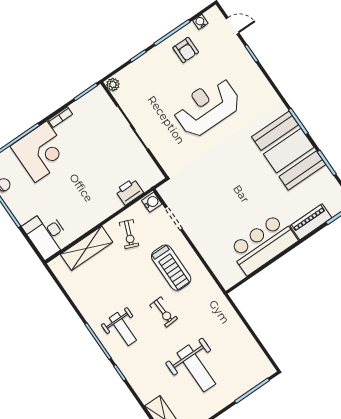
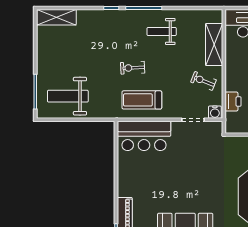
bar counter: (263, 244) -> (144, 136), moved, turned 90
treadmill: (171, 268) -> (142, 100), moved
weight bench: (123, 329) -> (162, 31), moved
weight bench: (196, 368) -> (68, 96), moved

